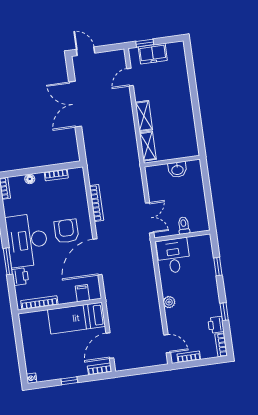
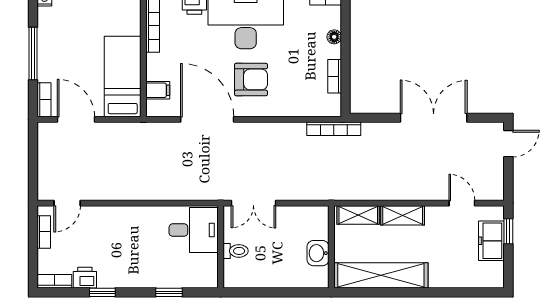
shelving: (187, 125) -> (381, 275), added
bookcase: (96, 203) -> (334, 129), moved
plant: (169, 302) -> (127, 214), removed
window: (69, 381) -> (33, 54), width x2.17

